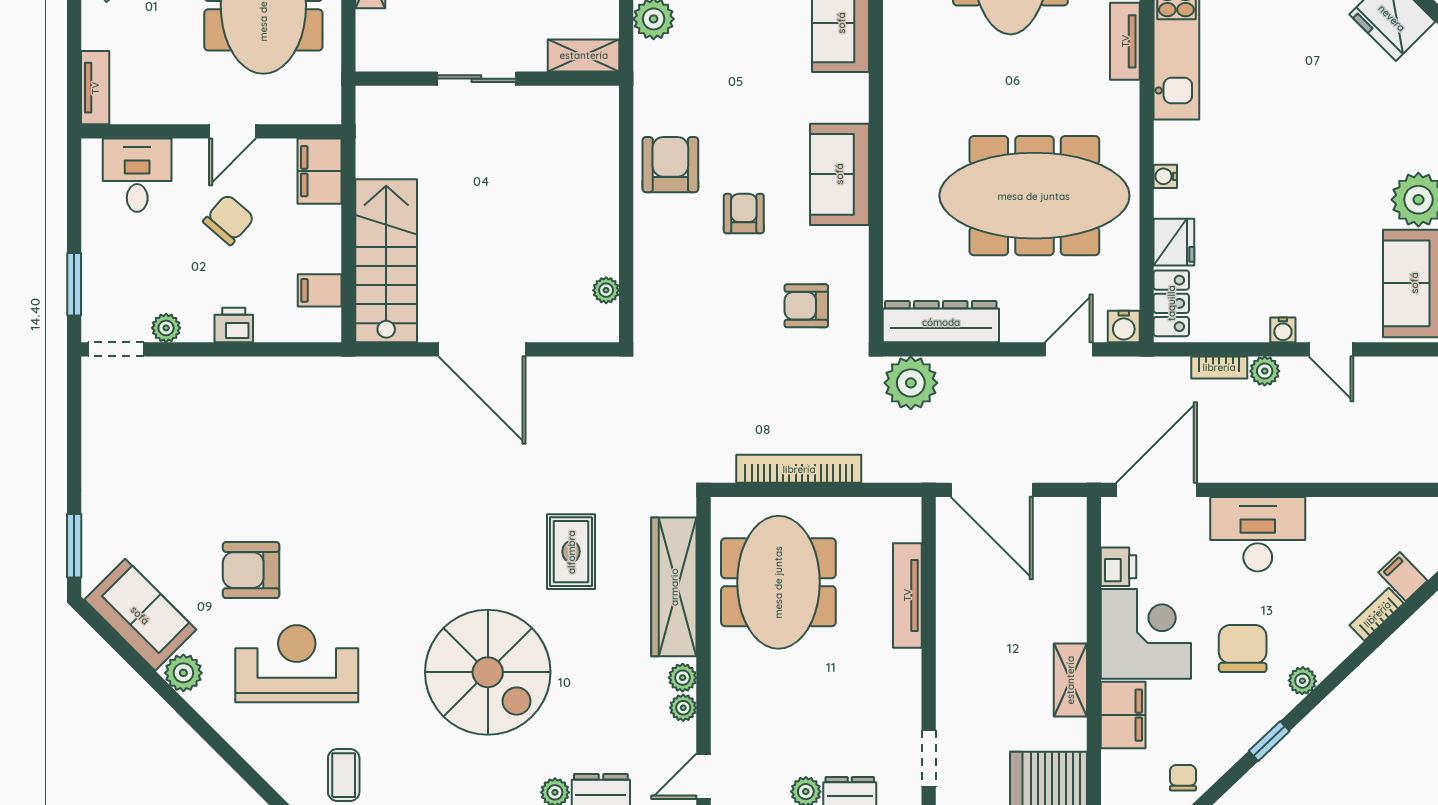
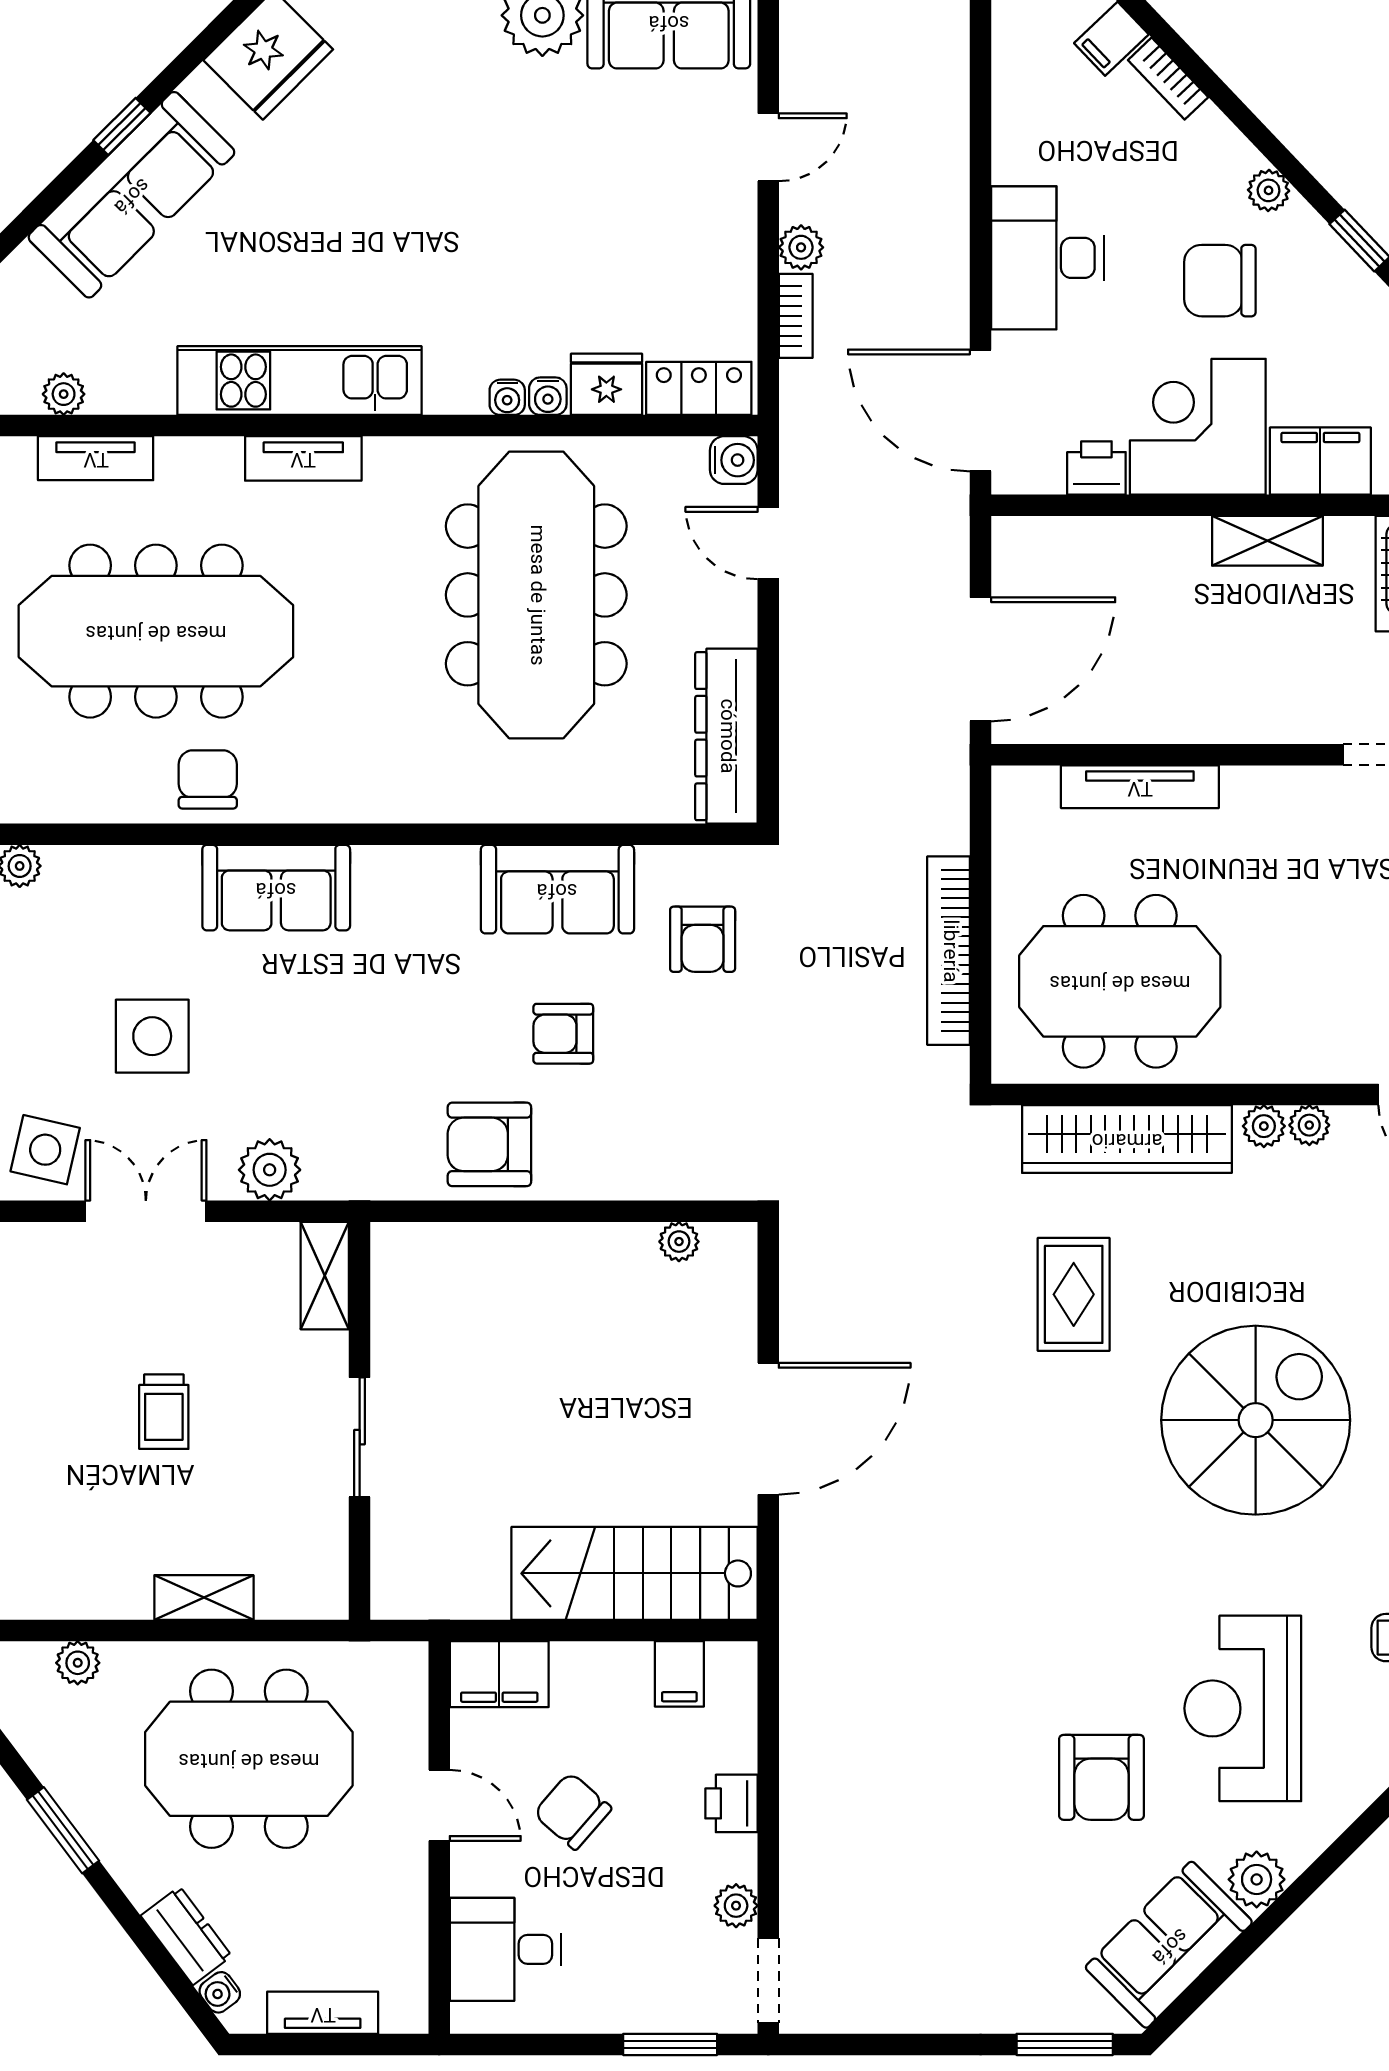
tv unit: (95, 88) -> (323, 2013), moved
sofa: (839, 174) -> (557, 889), moved
water cooler: (1283, 330) -> (548, 396), moved, turned 90
plant: (911, 383) -> (819, 781), removed
rug: (571, 552) -> (1074, 1294), turned 90

